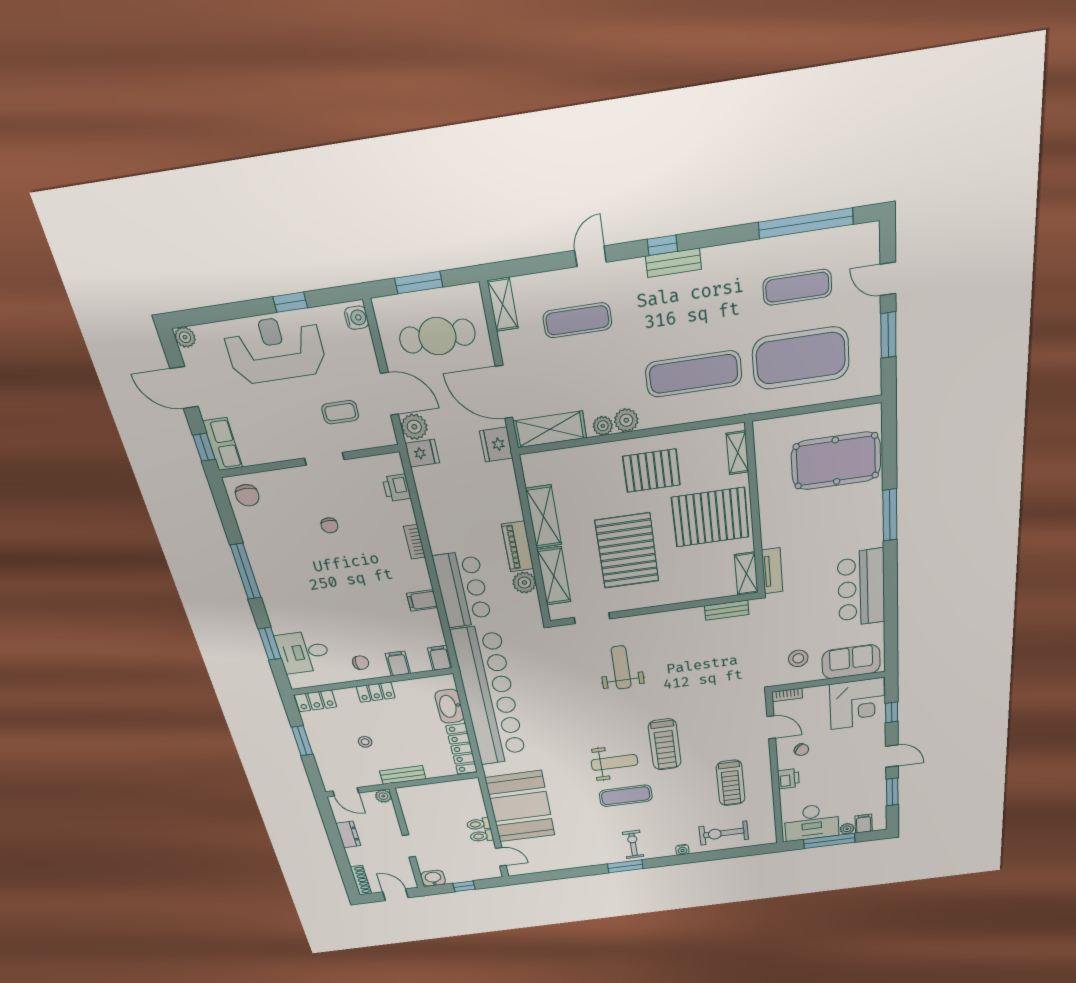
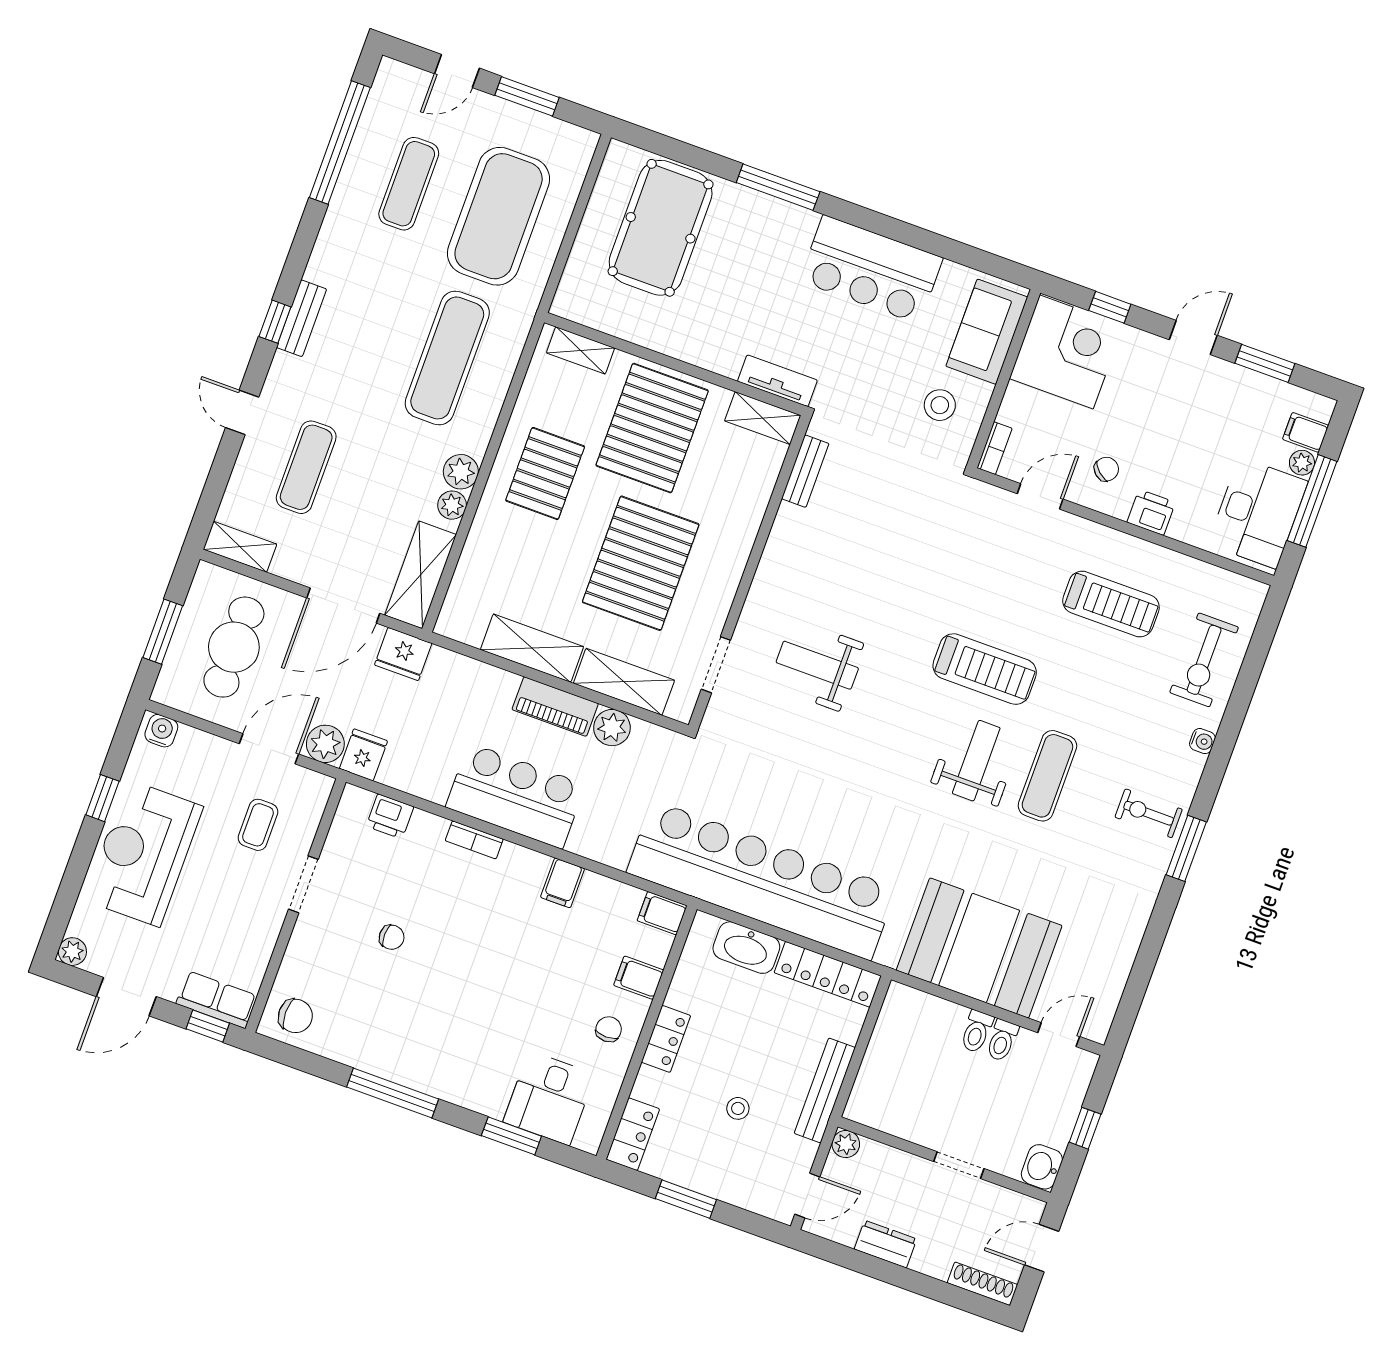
pallet: (627, 551) -> (641, 563), turned 90
bar counter: (462, 589) -> (516, 796), moved
bench: (403, 775) -> (825, 1090), width x1.36

